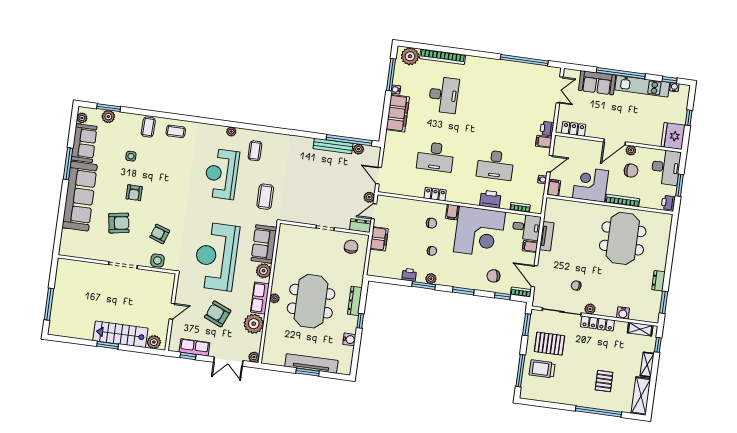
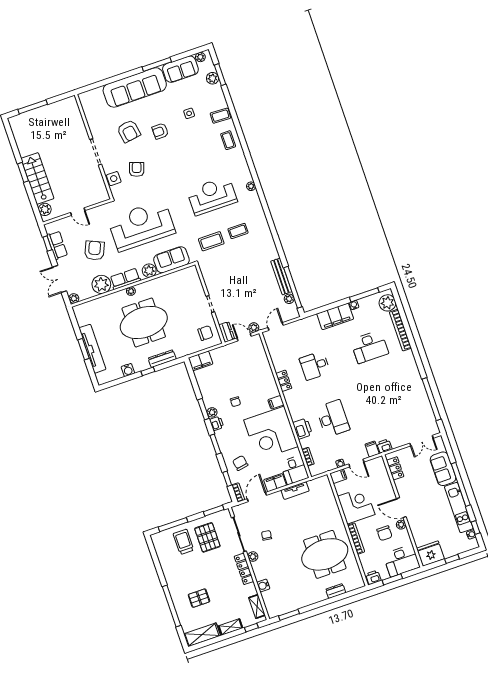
coffee table: (255, 151) -> (238, 231), moved
desk: (435, 157) -> (315, 366), width x0.73
desk: (495, 165) -> (333, 418), turned 180
chair: (431, 223) -> (258, 390), removed
filing cabinet: (379, 239) -> (201, 361), moved
filing cabinet: (530, 246) -> (275, 483), width x2.00
printer: (409, 275) -> (217, 423), moved
dresser: (658, 281) -> (336, 591), moved

